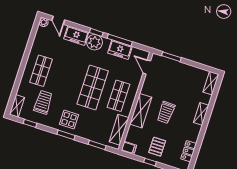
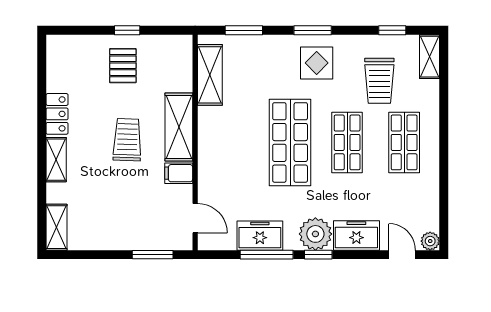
shop shelf: (118, 96) -> (347, 142), moved
filing cabinet: (129, 148) -> (179, 173), moved
locker: (189, 151) -> (57, 114), moved

